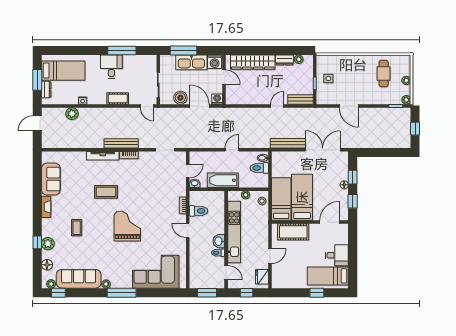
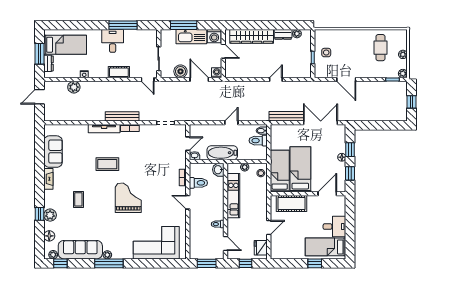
bench: (300, 99) -> (299, 73), removed
kitchen unit: (234, 232) -> (233, 196), width x0.73
washbasin: (219, 241) -> (218, 170), moved
window: (122, 293) -> (109, 263), moved

